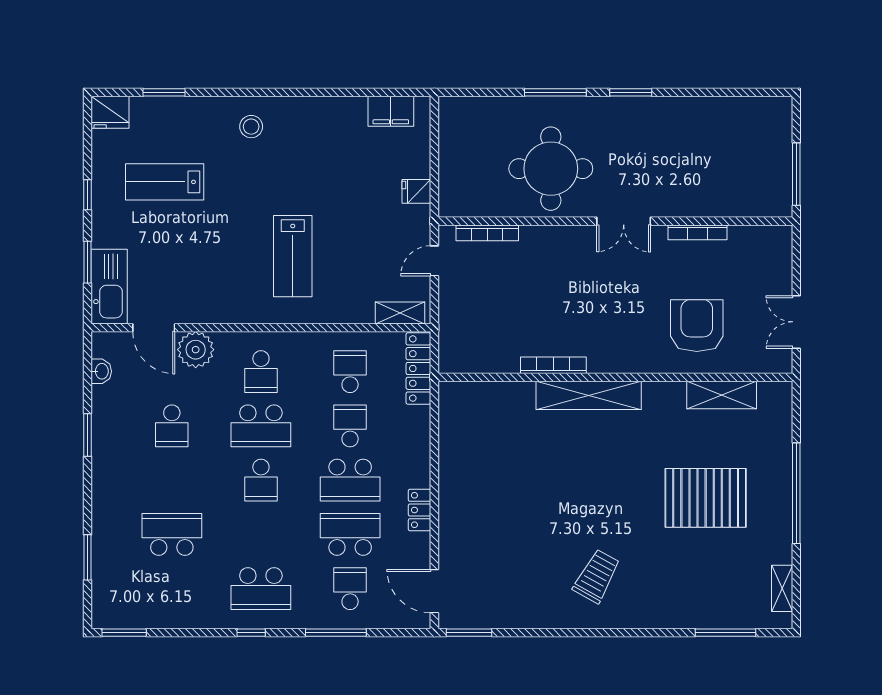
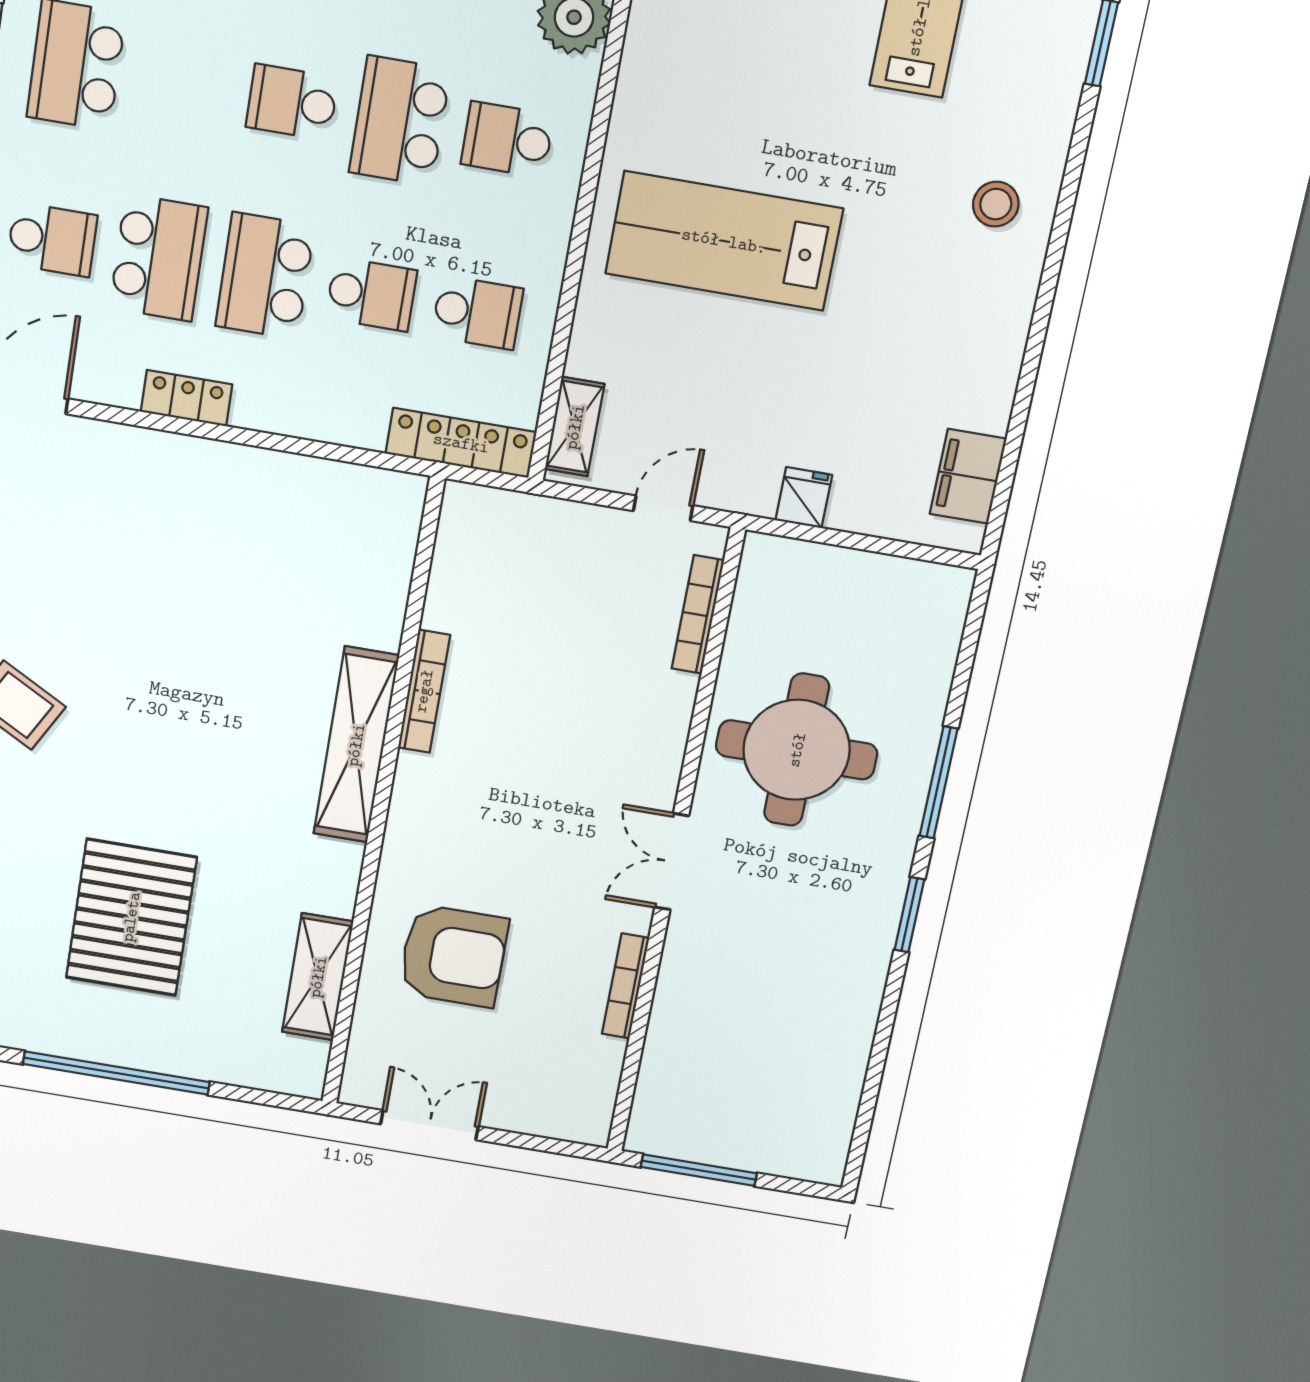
lab bench: (293, 256) -> (724, 241), width x1.36, depth x1.39
door: (434, 261) -> (663, 508), hinge flipped

